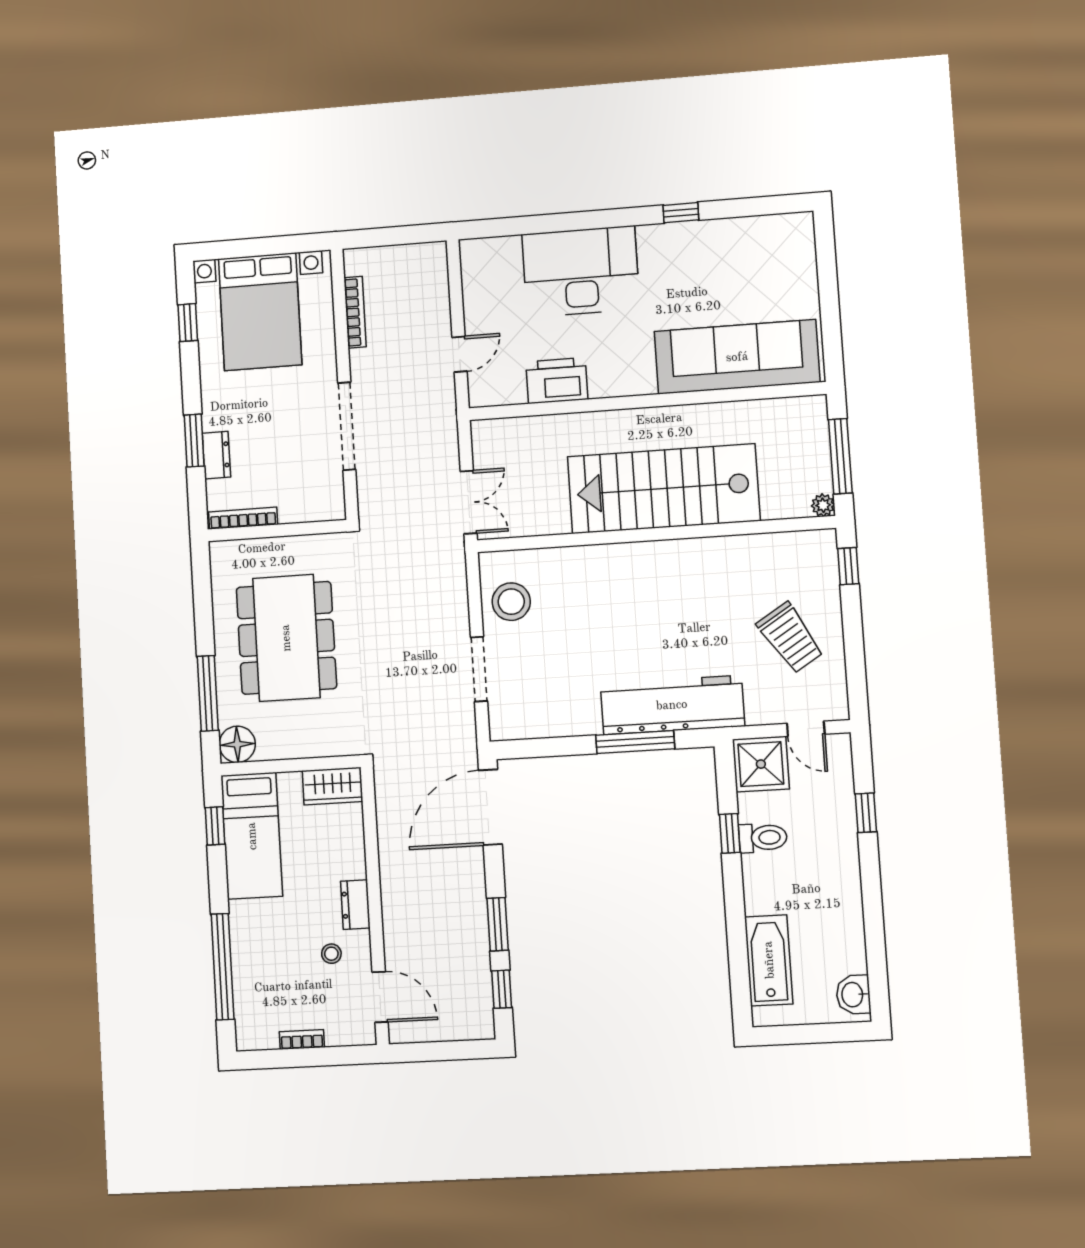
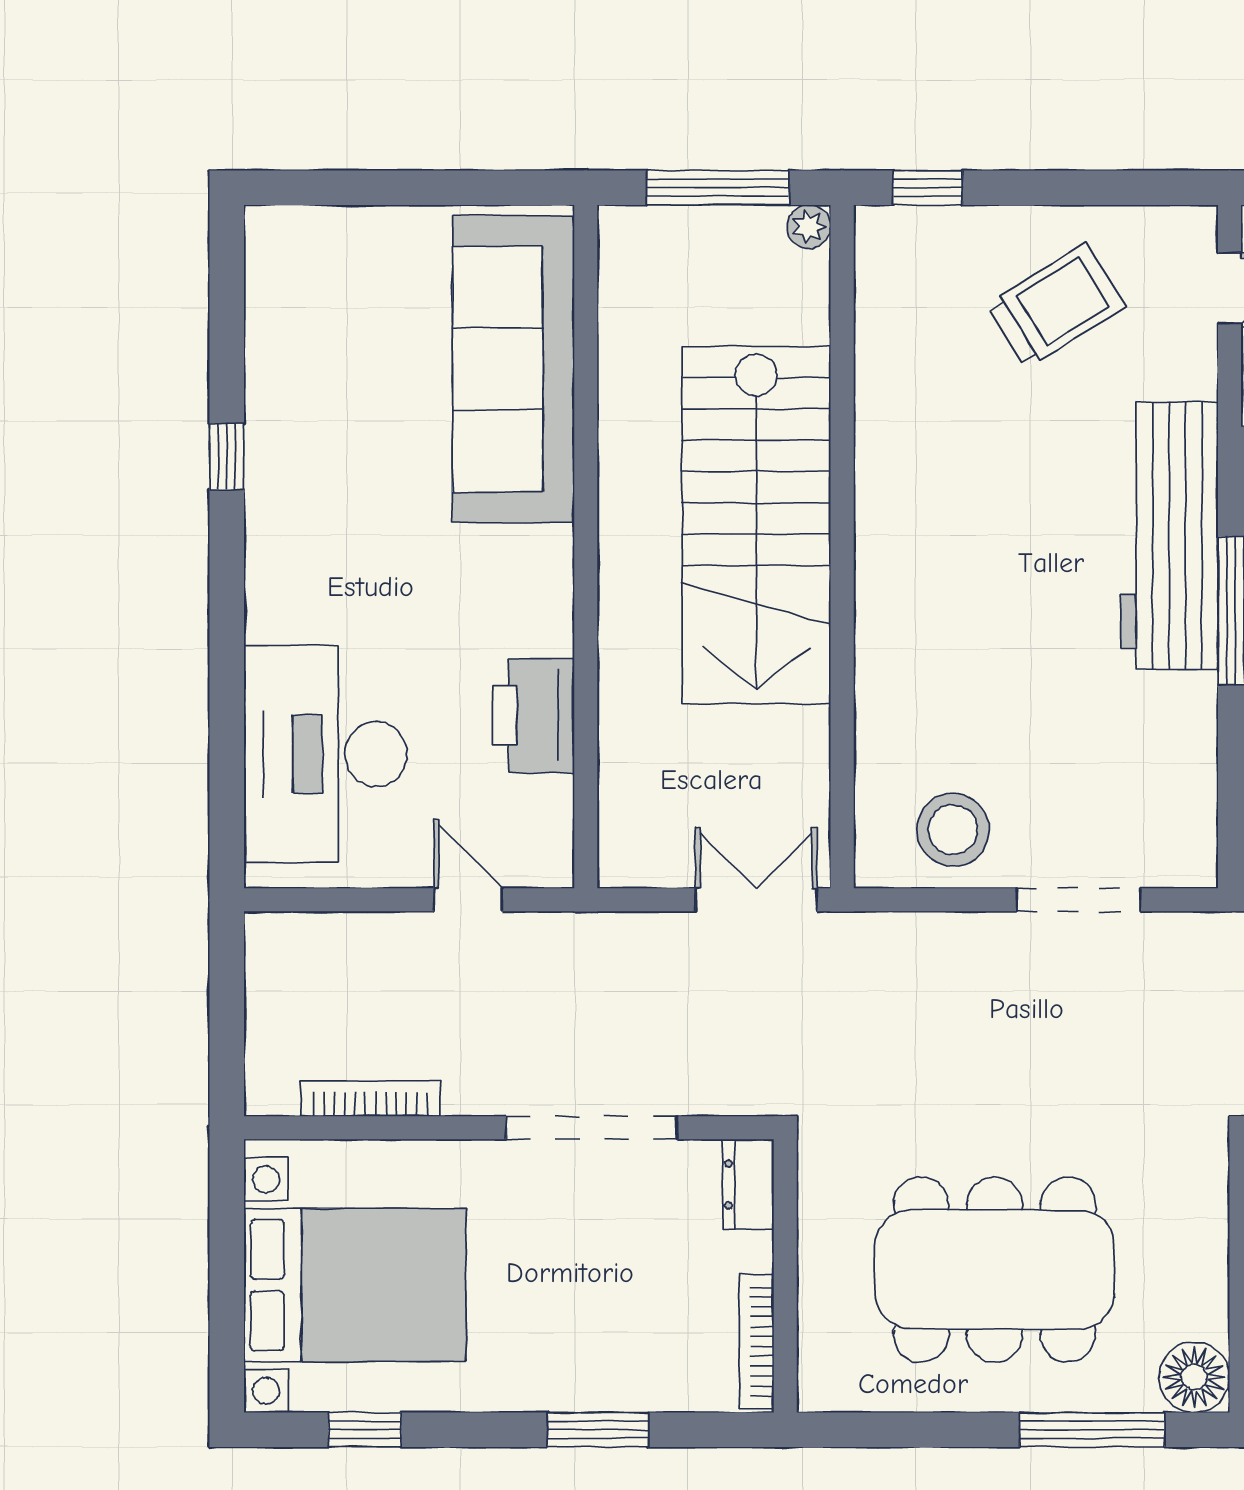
desk: (581, 271) -> (325, 754), moved
dresser: (216, 455) -> (748, 1184), moved, turned -90

